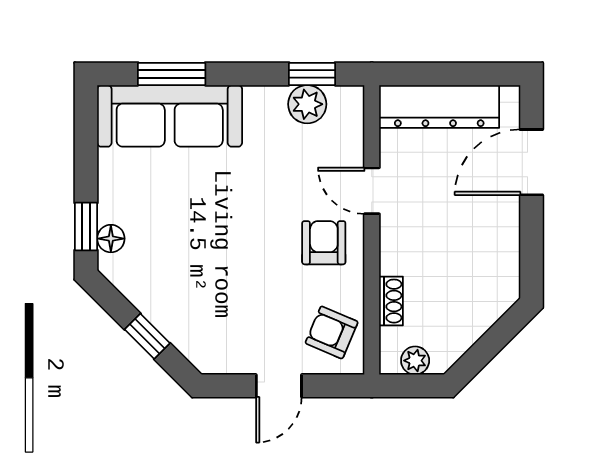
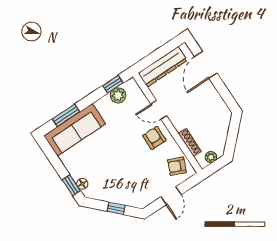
shoe rack: (391, 301) -> (190, 142), width x1.43

